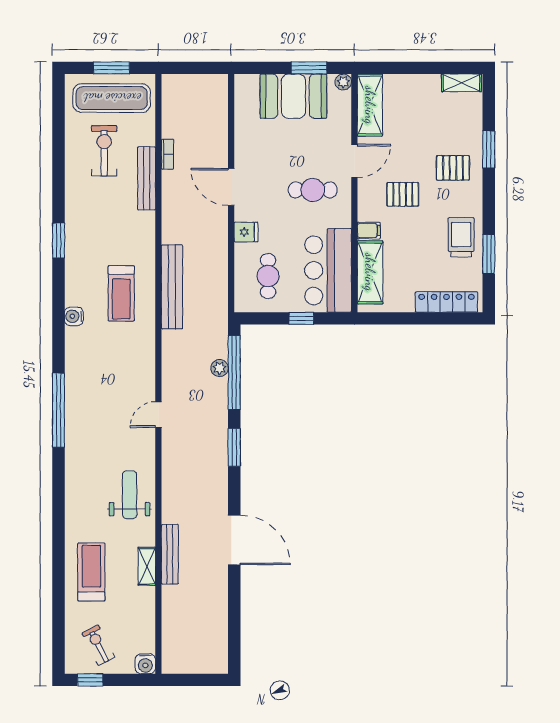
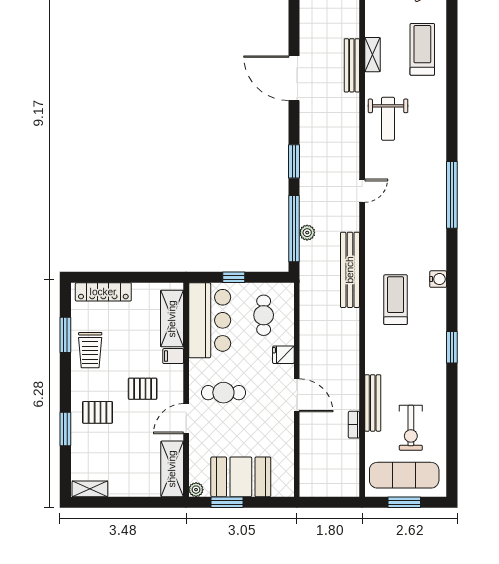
bench: (172, 287) -> (350, 270), moved
treadmill: (91, 572) -> (422, 49), turned 180

